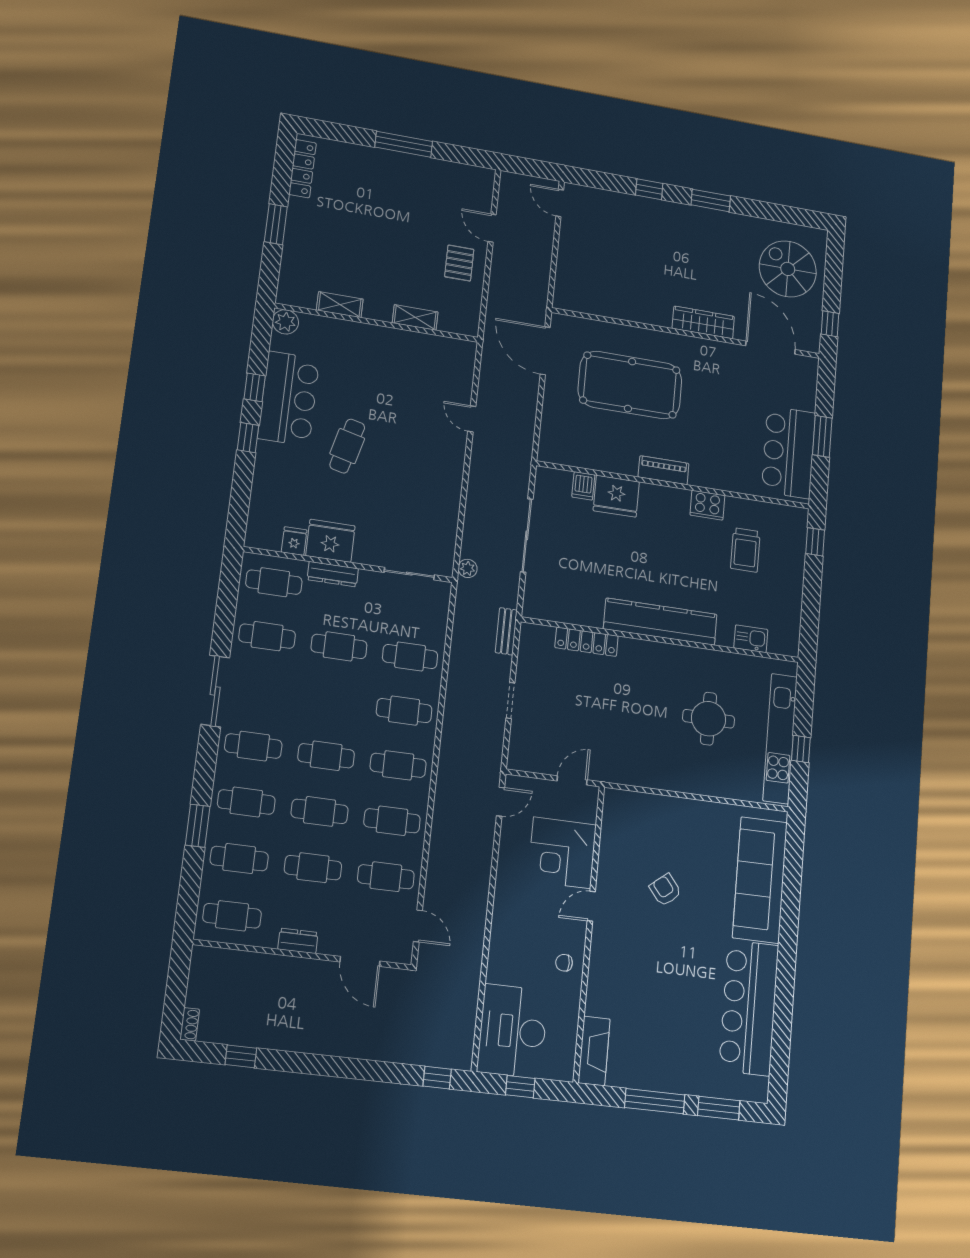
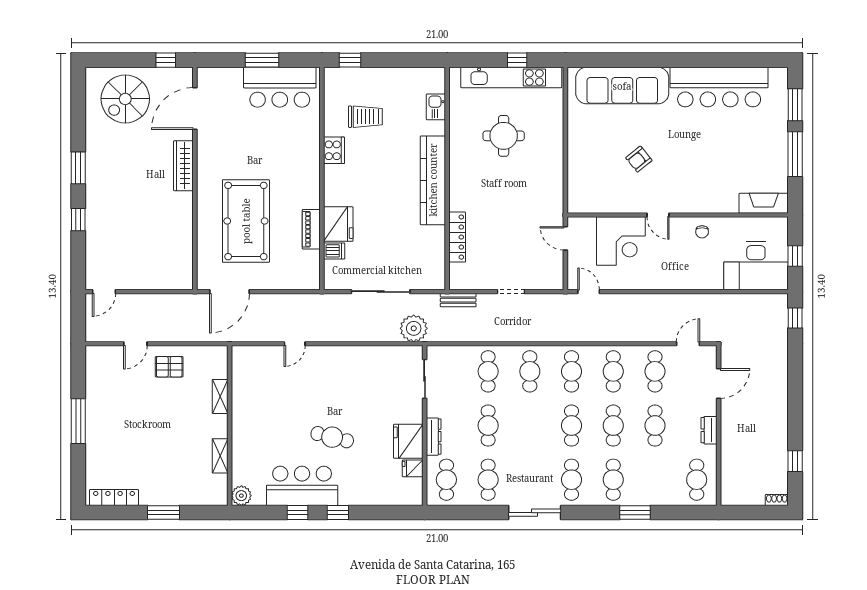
piano: (664, 470) -> (311, 229), moved
plant: (468, 568) -> (414, 328), width x1.87, depth x1.87
cafe table: (239, 859) -> (655, 480), removed

